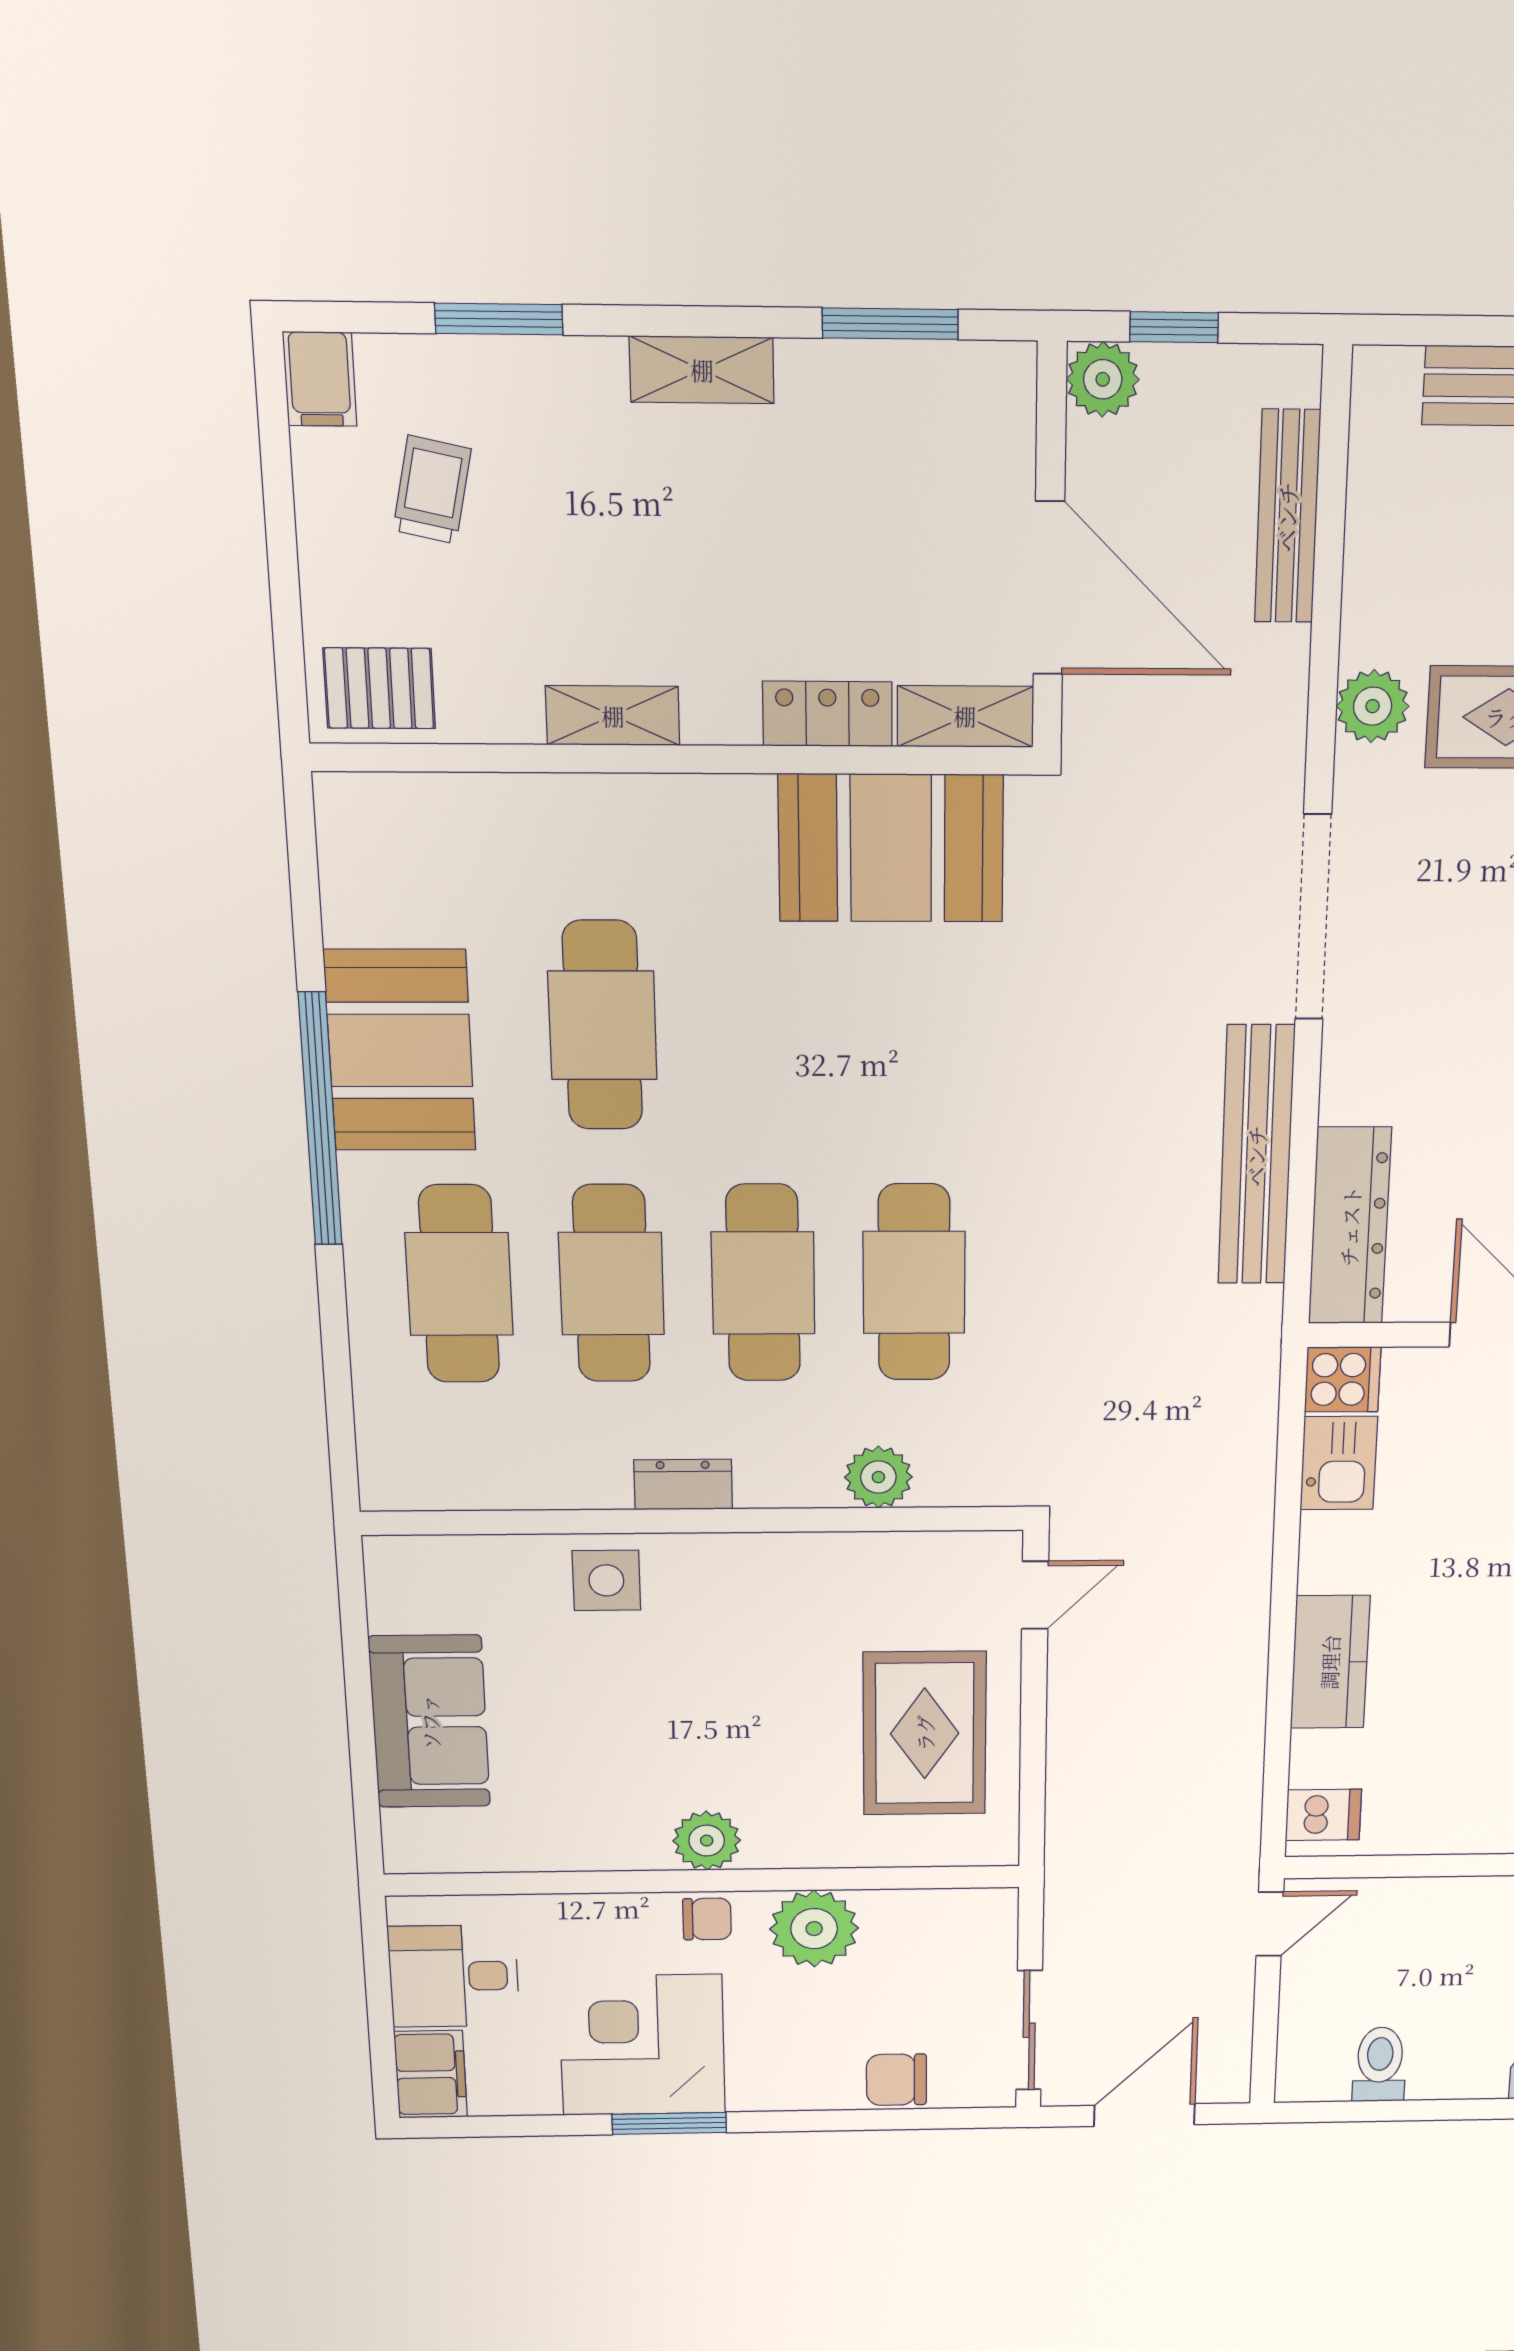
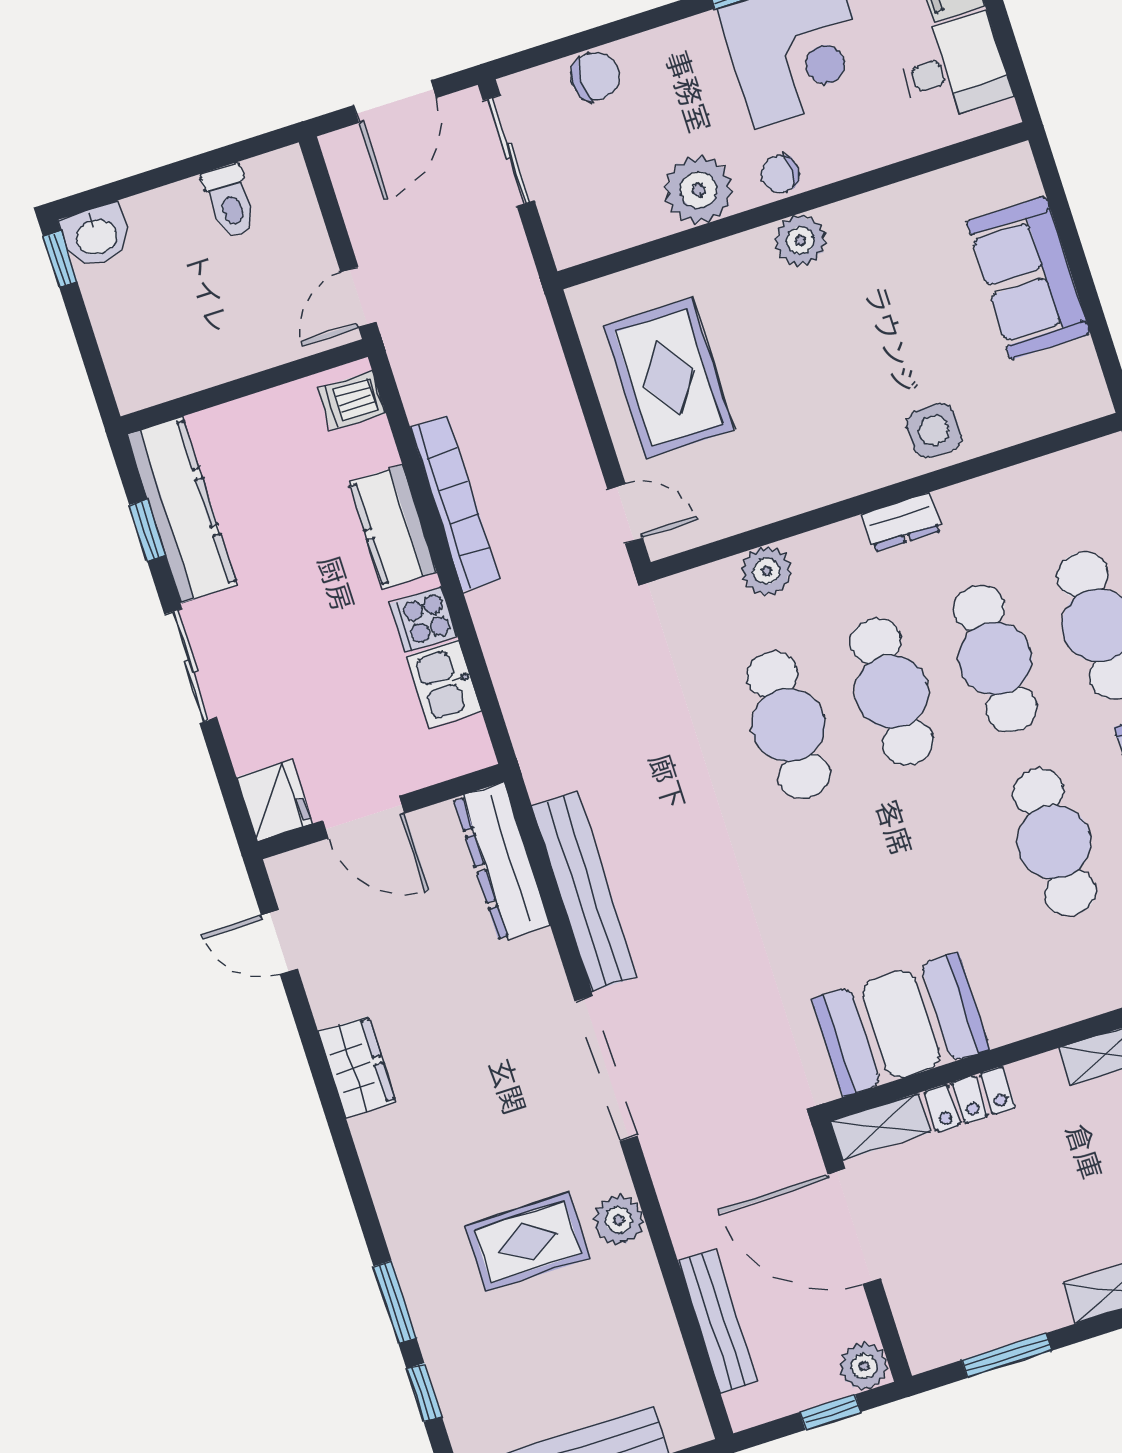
cooker: (1343, 1379) -> (424, 620), moved
door: (1035, 1595) -> (625, 514), swing flipped
bookcase: (1243, 1666) -> (455, 504), added

